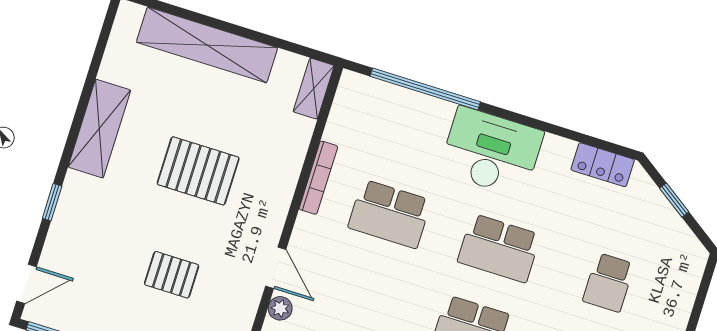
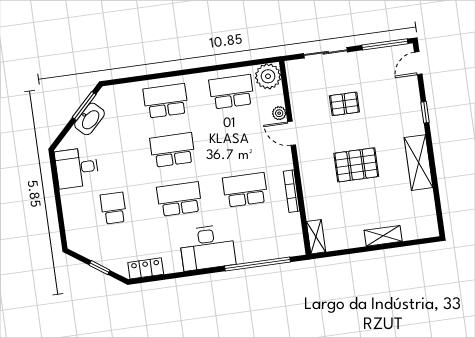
shelving: (207, 45) -> (383, 236), width x0.45, depth x0.75

